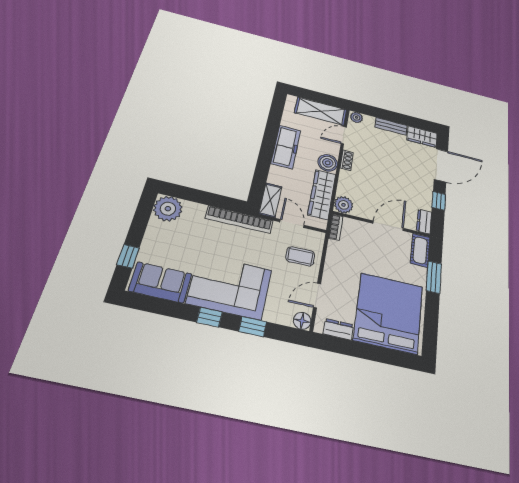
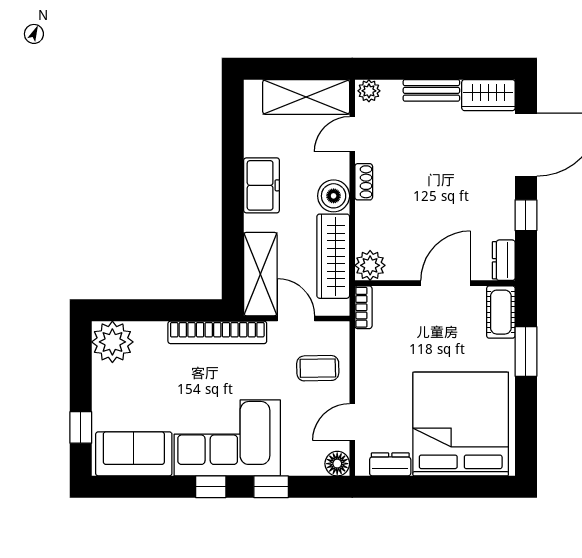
freezer: (286, 147) -> (262, 185), width x0.71
shelving: (270, 200) -> (260, 274), width x1.50, depth x1.33

